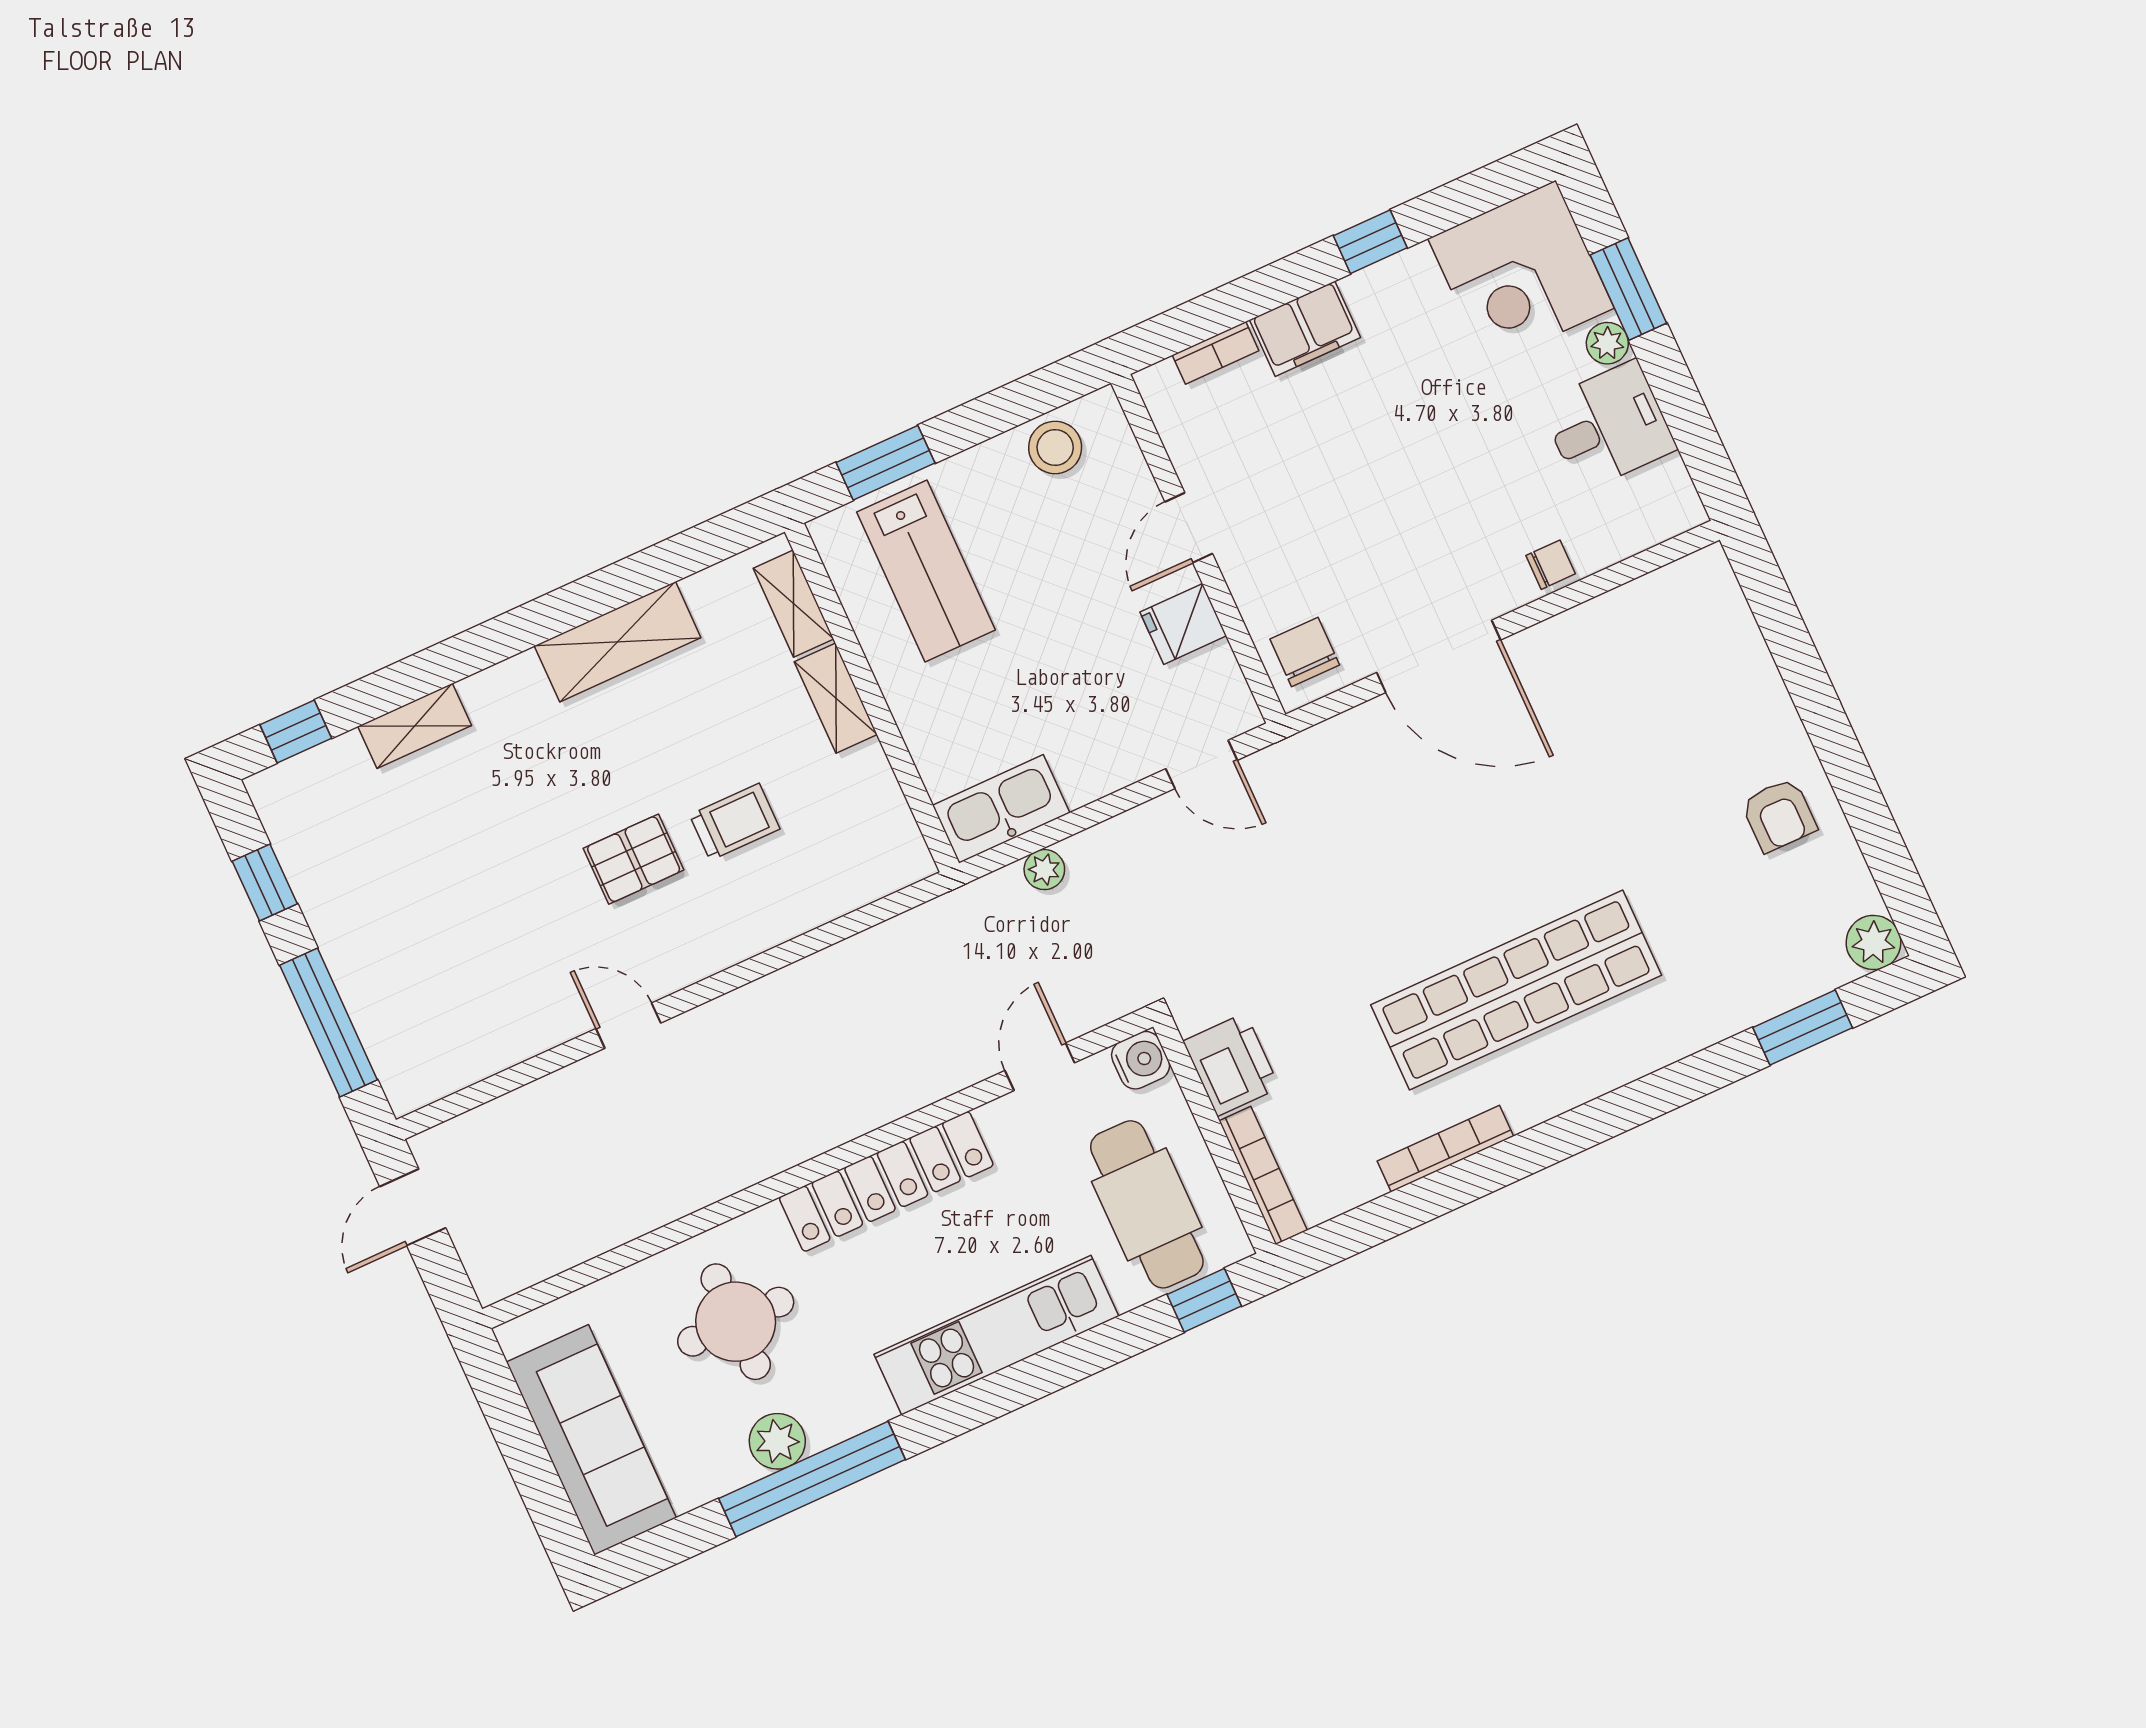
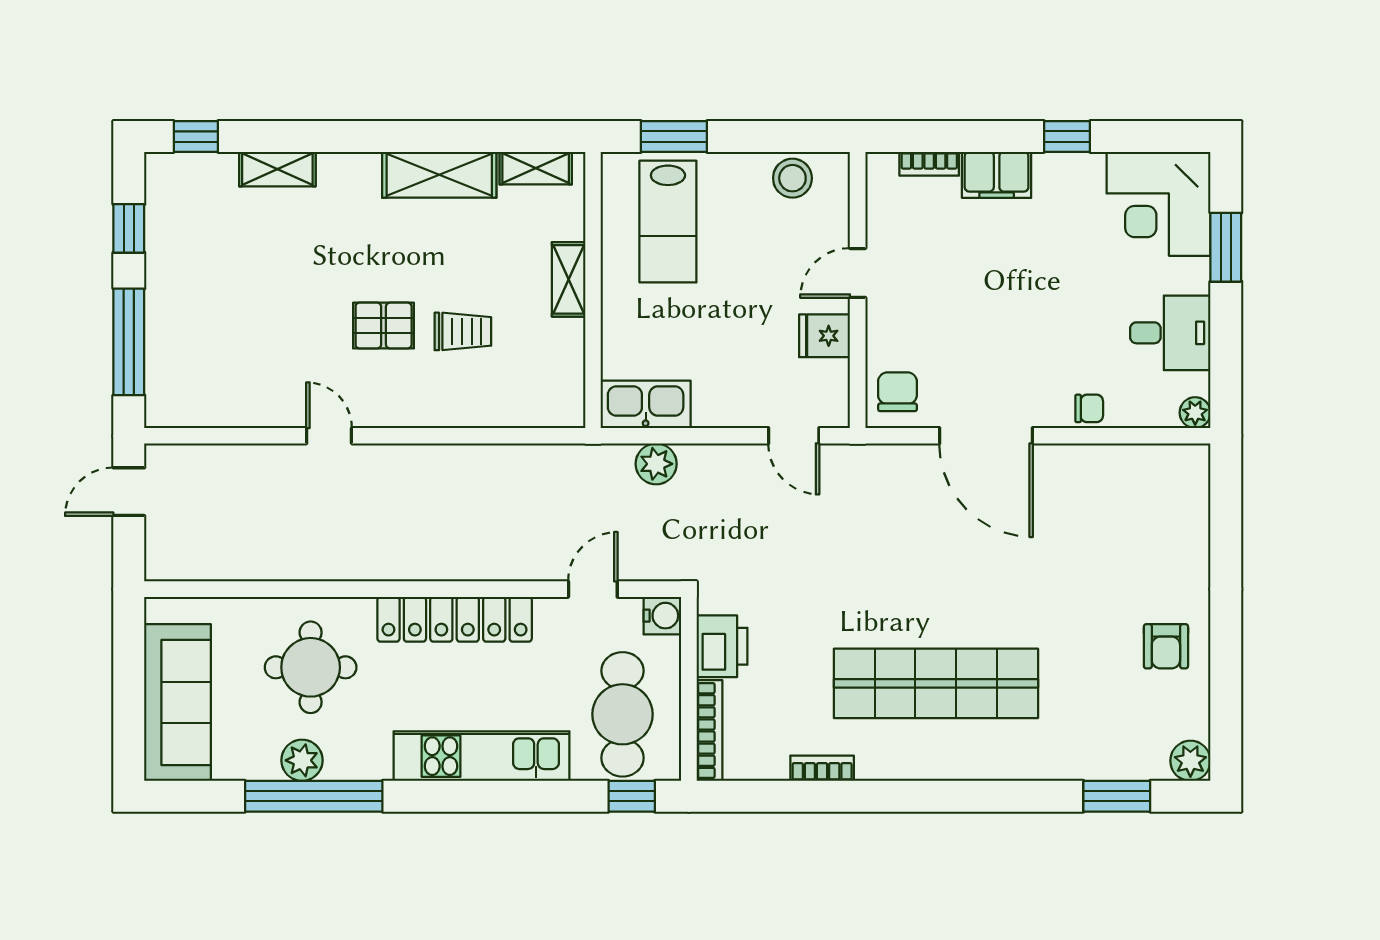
plant: (1607, 343) -> (1195, 413), moved
shelving: (793, 604) -> (536, 168), moved, turned 90
plant: (1044, 870) -> (656, 464), width x1.38, depth x1.38
bookcase: (1445, 1149) -> (822, 768), width x0.64

